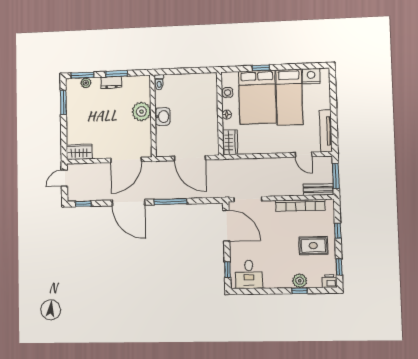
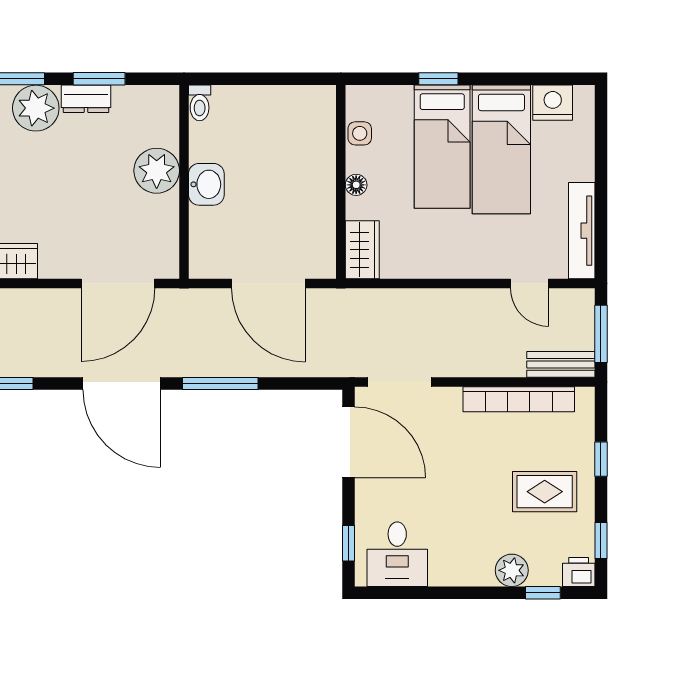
plant: (86, 83) -> (36, 108), width x1.87, depth x1.87
bed: (257, 97) -> (442, 147), width x0.67
window: (300, 291) -> (543, 593), moved

